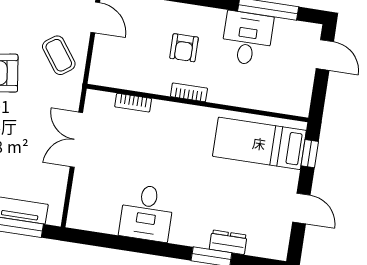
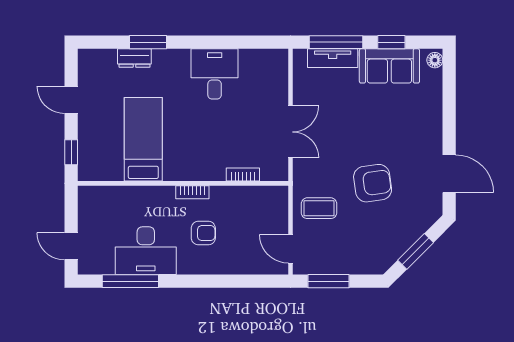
desk: (247, 38) -> (146, 251), width x1.37
armchair: (184, 48) -> (203, 233), turned 90
coffee table: (59, 55) -> (319, 208), turned -54
bed: (259, 143) -> (143, 139), moved, turned -90

